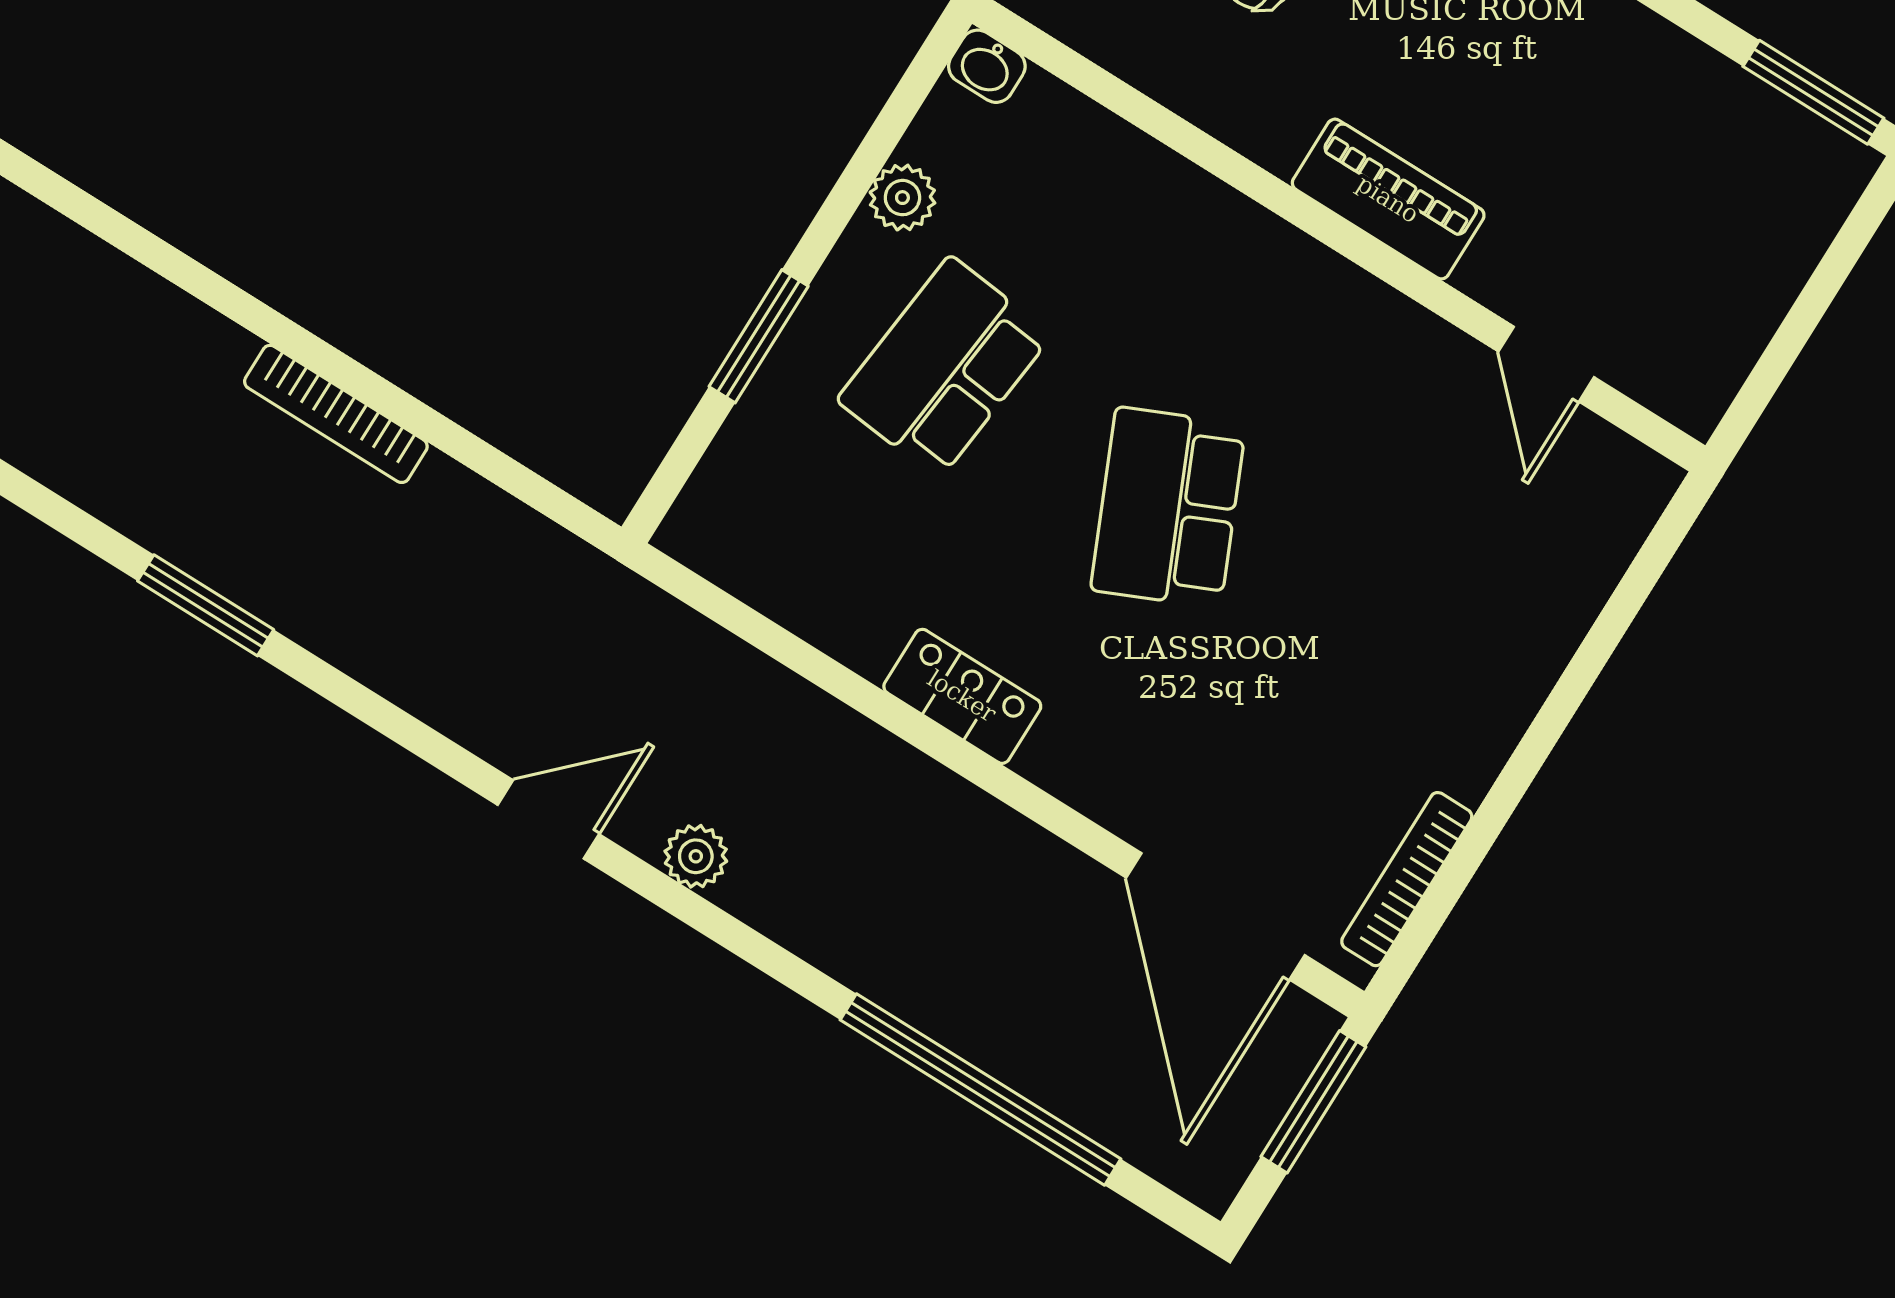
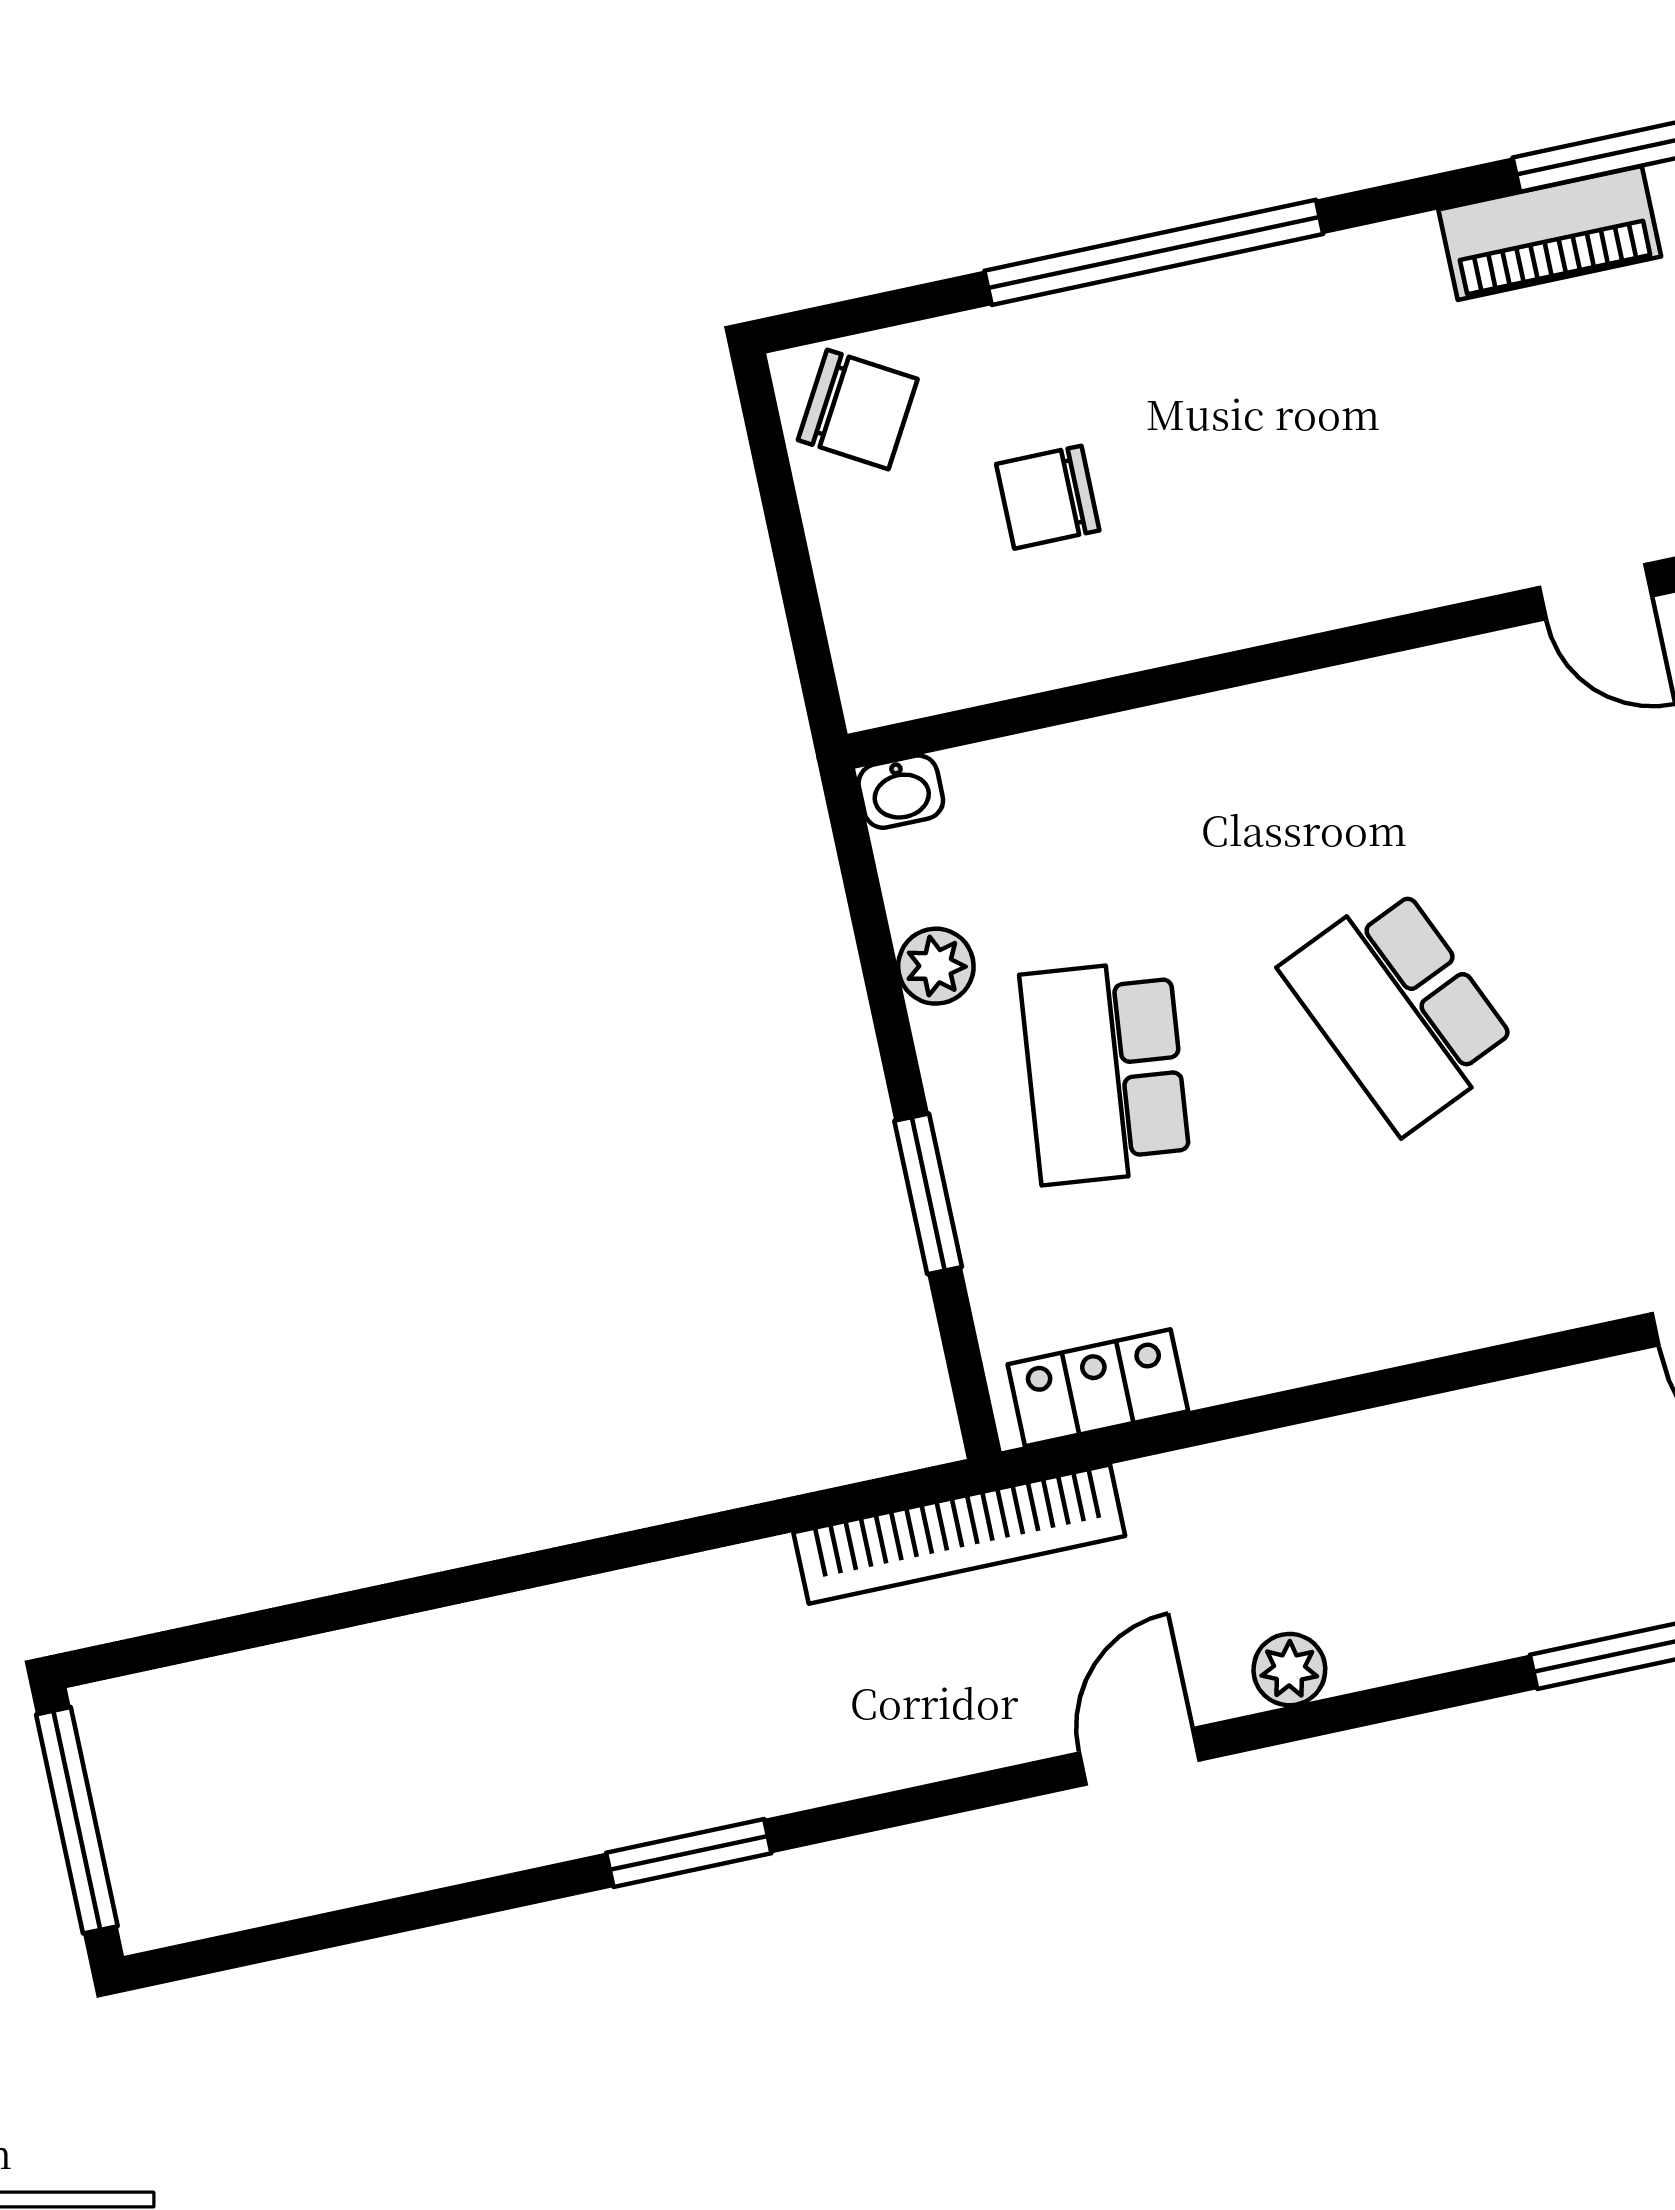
piano: (1388, 199) -> (1550, 233), moved, turned 180
bookcase: (336, 414) -> (959, 1534), moved, width x1.48, depth x1.31
locker: (962, 696) -> (1098, 1388), moved

